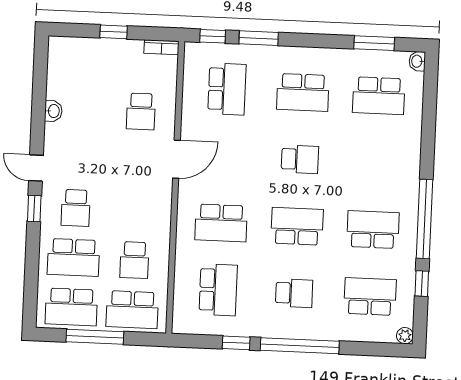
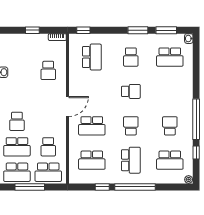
window: (259, 38) -> (138, 30), moved
school desk: (303, 92) -> (131, 57), width x0.54
door: (176, 159) -> (68, 106), moved
school desk: (297, 226) -> (131, 126), width x0.54
school desk: (373, 230) -> (170, 126), width x0.54
school desk: (218, 290) -> (92, 160), turned 90
school desk: (294, 293) -> (131, 160), width x1.85
school desk: (370, 296) -> (170, 160), turned 180

